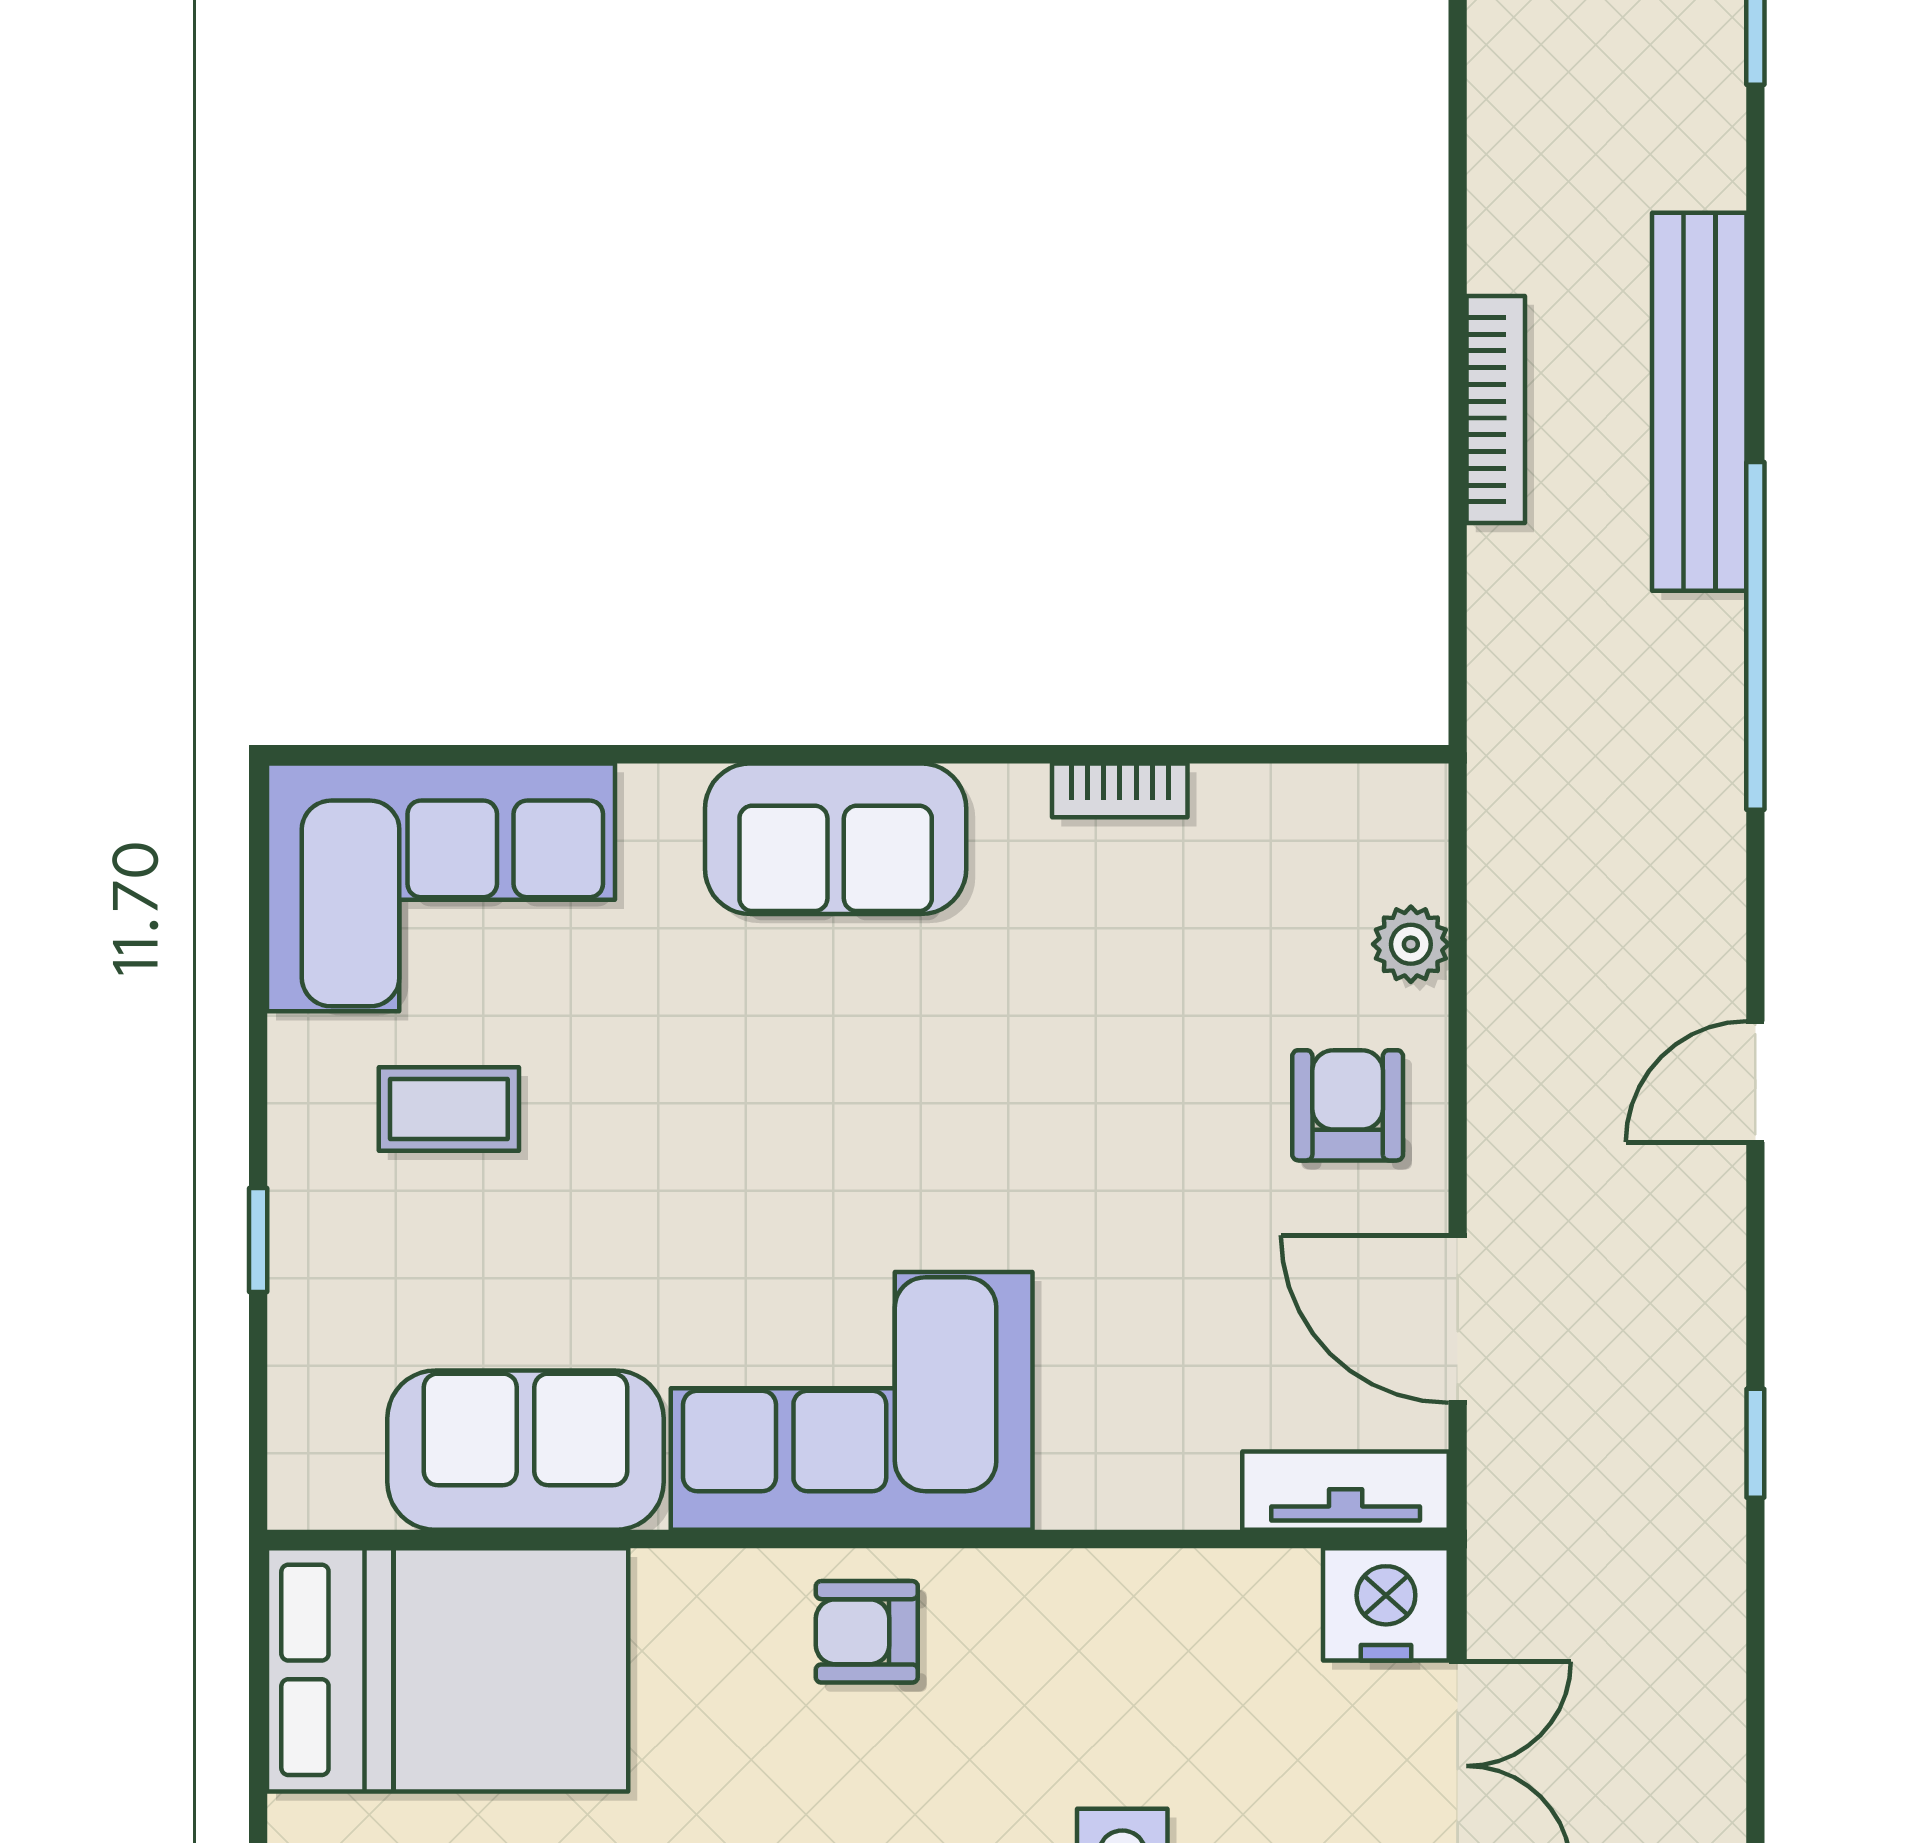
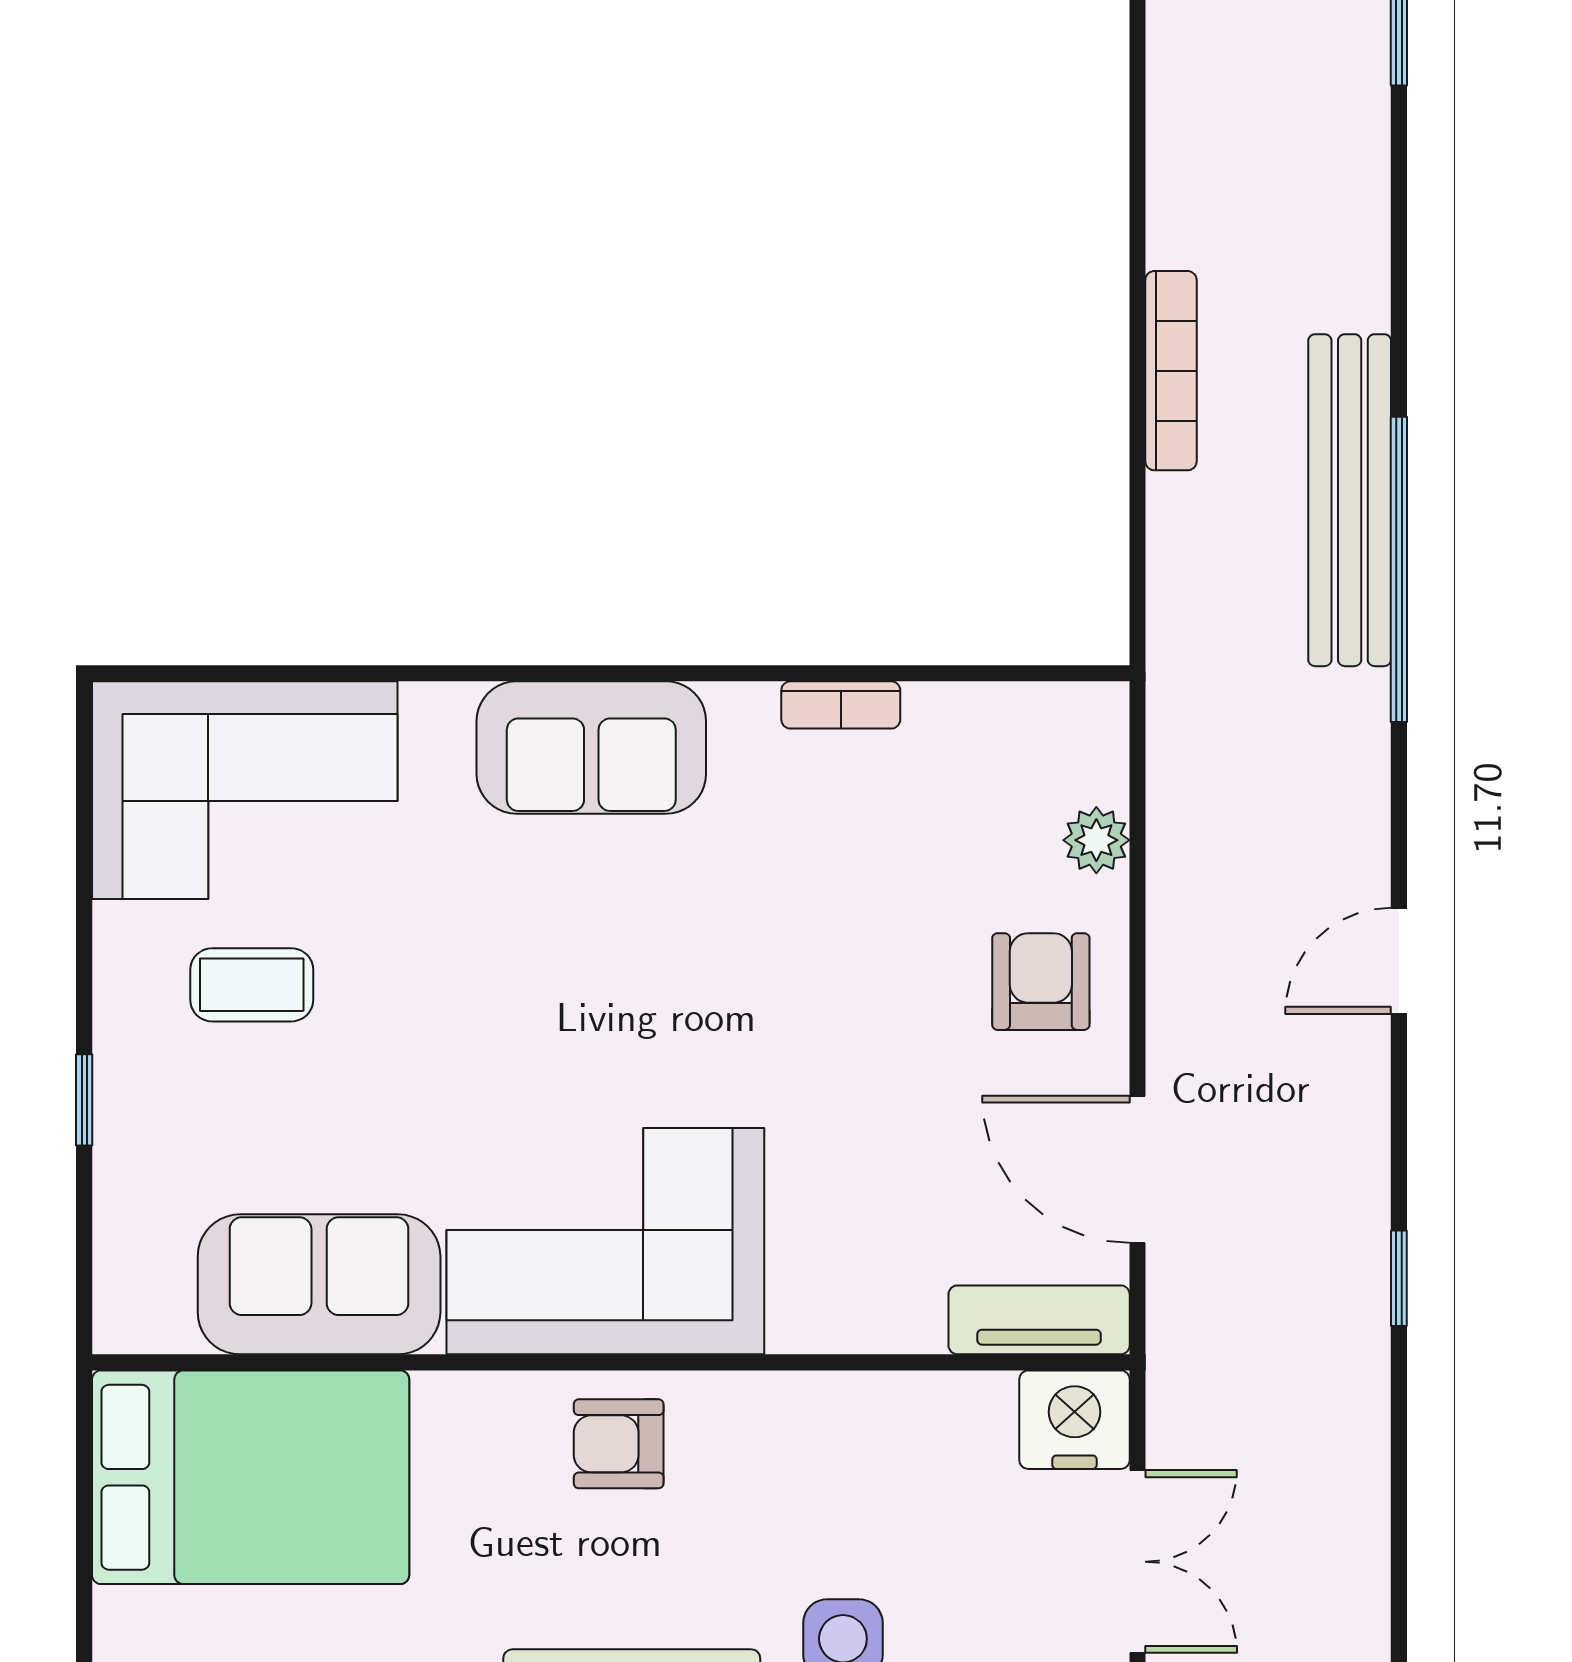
bench: (1699, 402) -> (1350, 500), moved

